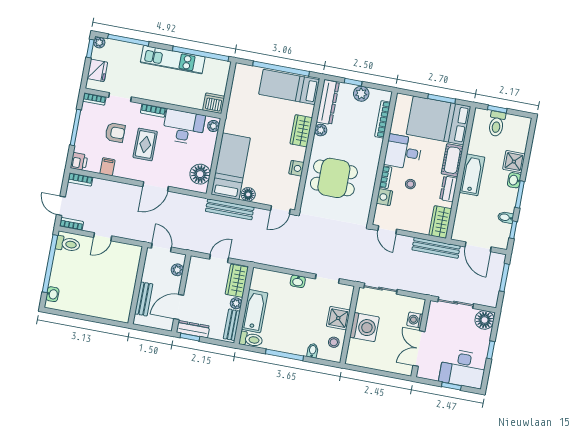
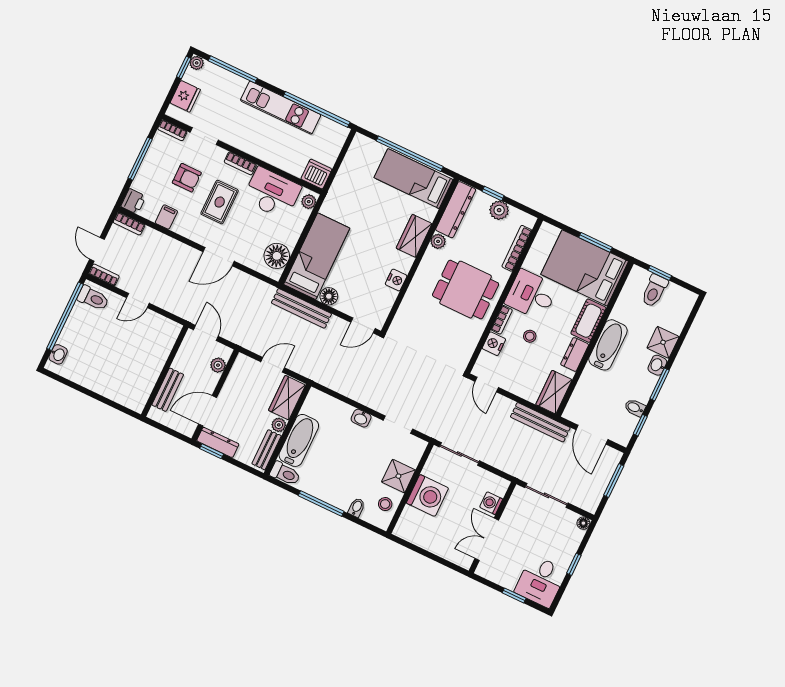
dining table: (334, 178) -> (466, 290), moved
floor lamp: (485, 320) -> (583, 523), width x0.53, depth x0.53
desk: (463, 369) -> (541, 581), width x0.73

